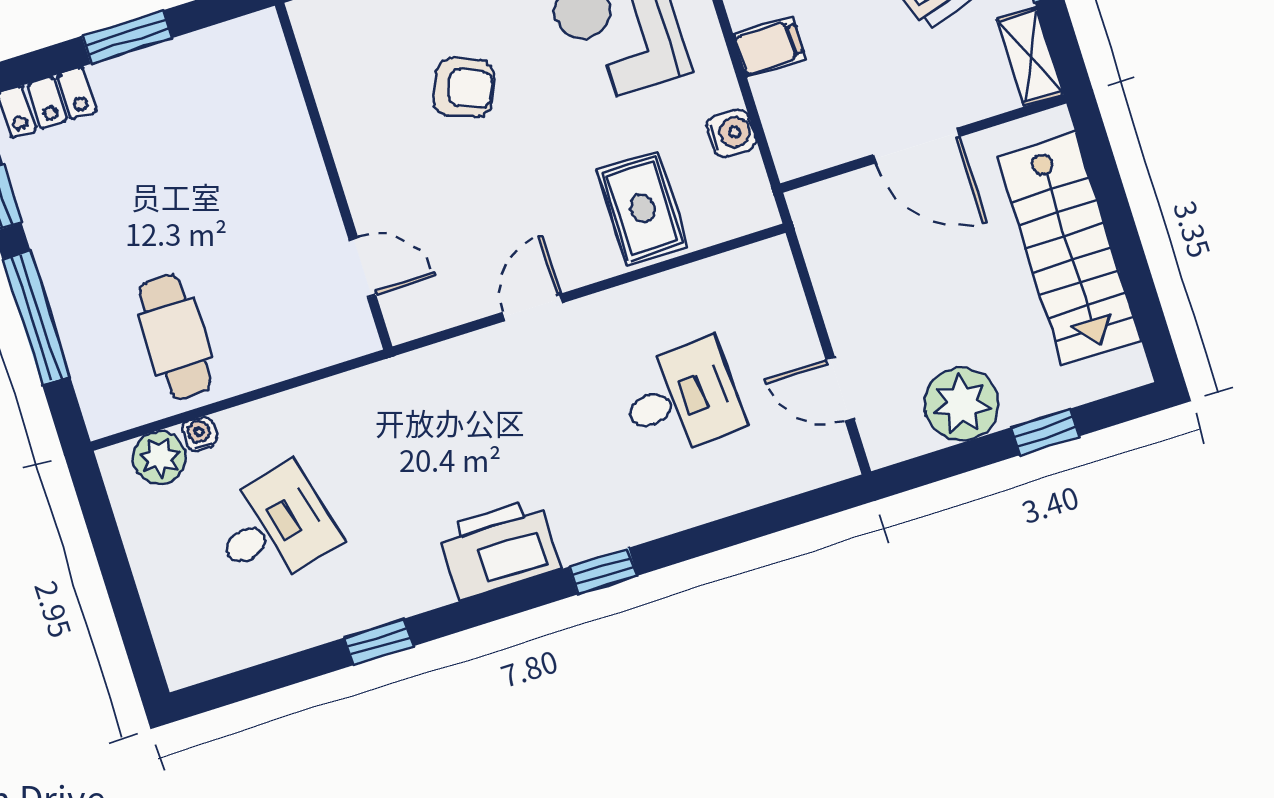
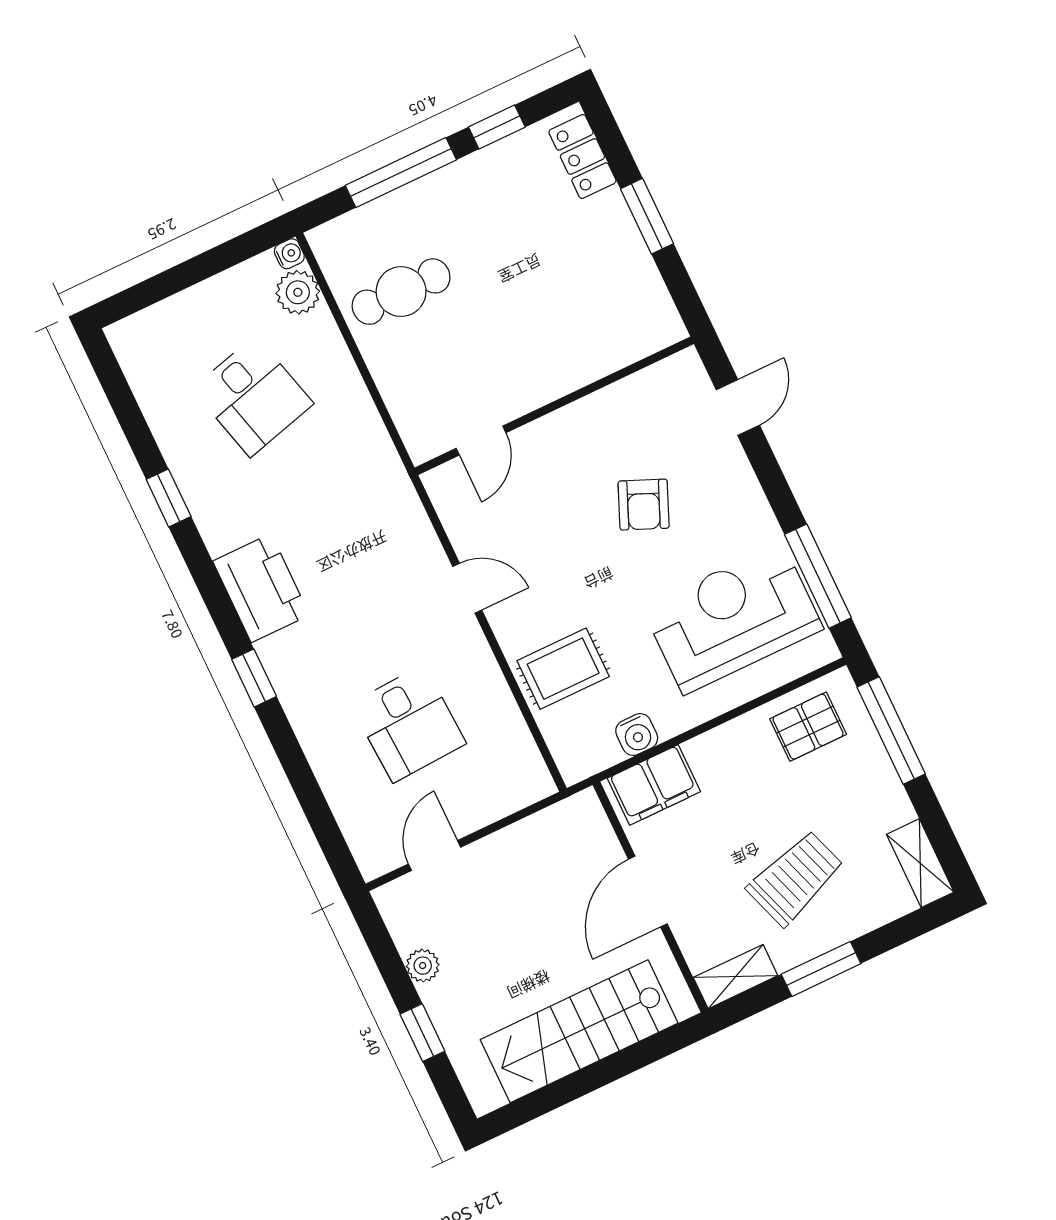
filing cabinet: (770, 47) -> (654, 785), moved, width x2.00
plant: (961, 404) -> (423, 966), width x0.53, depth x0.53
water cooler: (200, 434) -> (289, 254), moved

